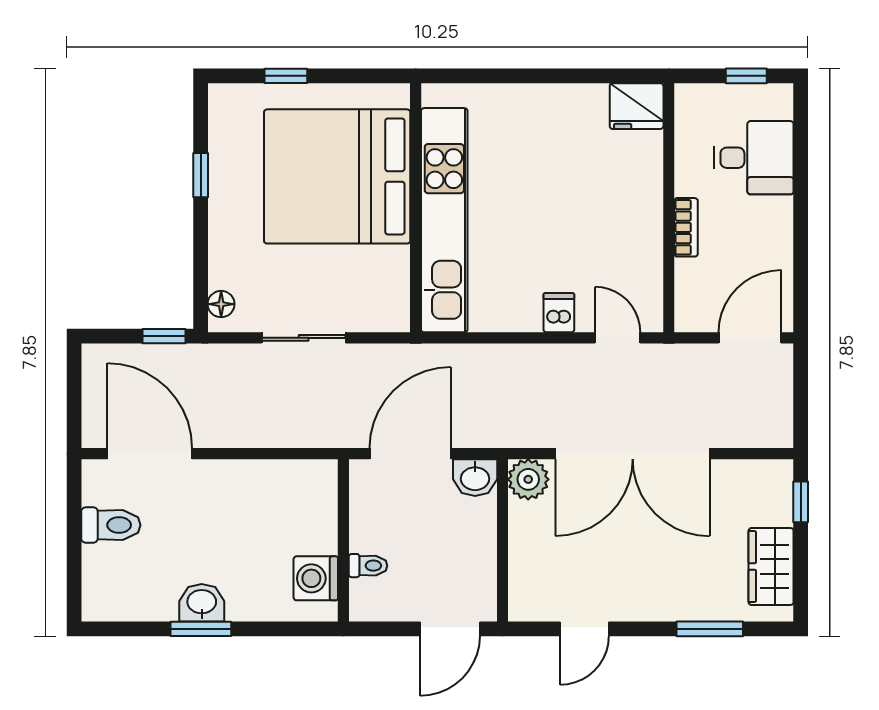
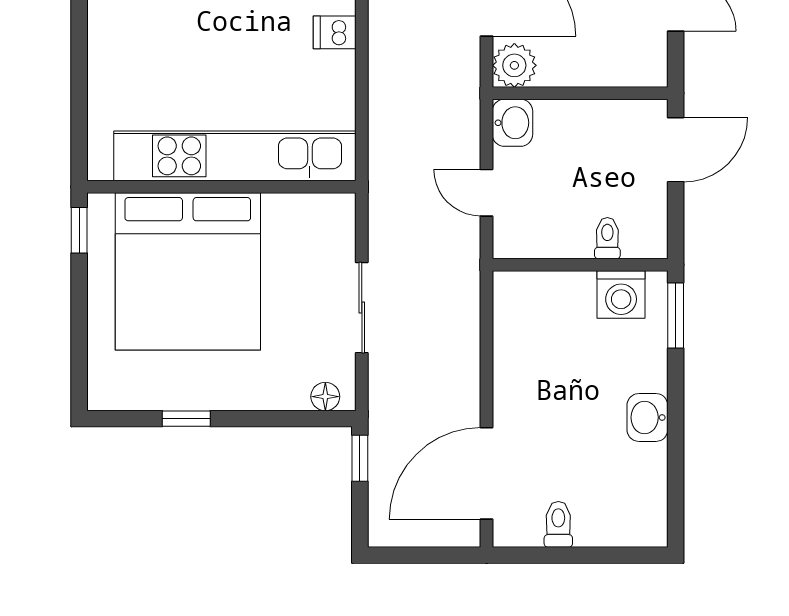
window: (286, 76) -> (79, 230), moved
door: (410, 454) -> (487, 193), width x0.53
toilet: (111, 525) -> (558, 524), width x0.73, depth x0.72
window: (201, 629) -> (676, 315), moved
door: (450, 629) -> (676, 150), hinge flipped

